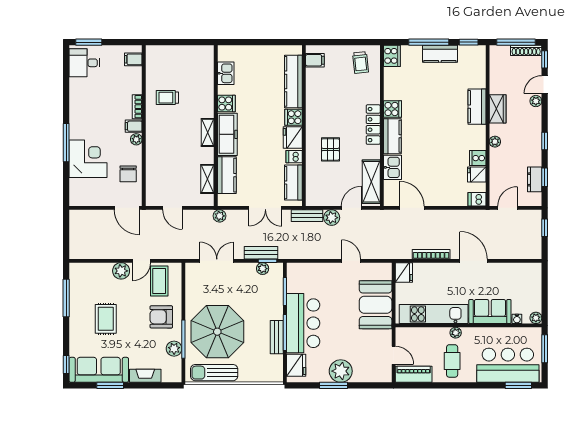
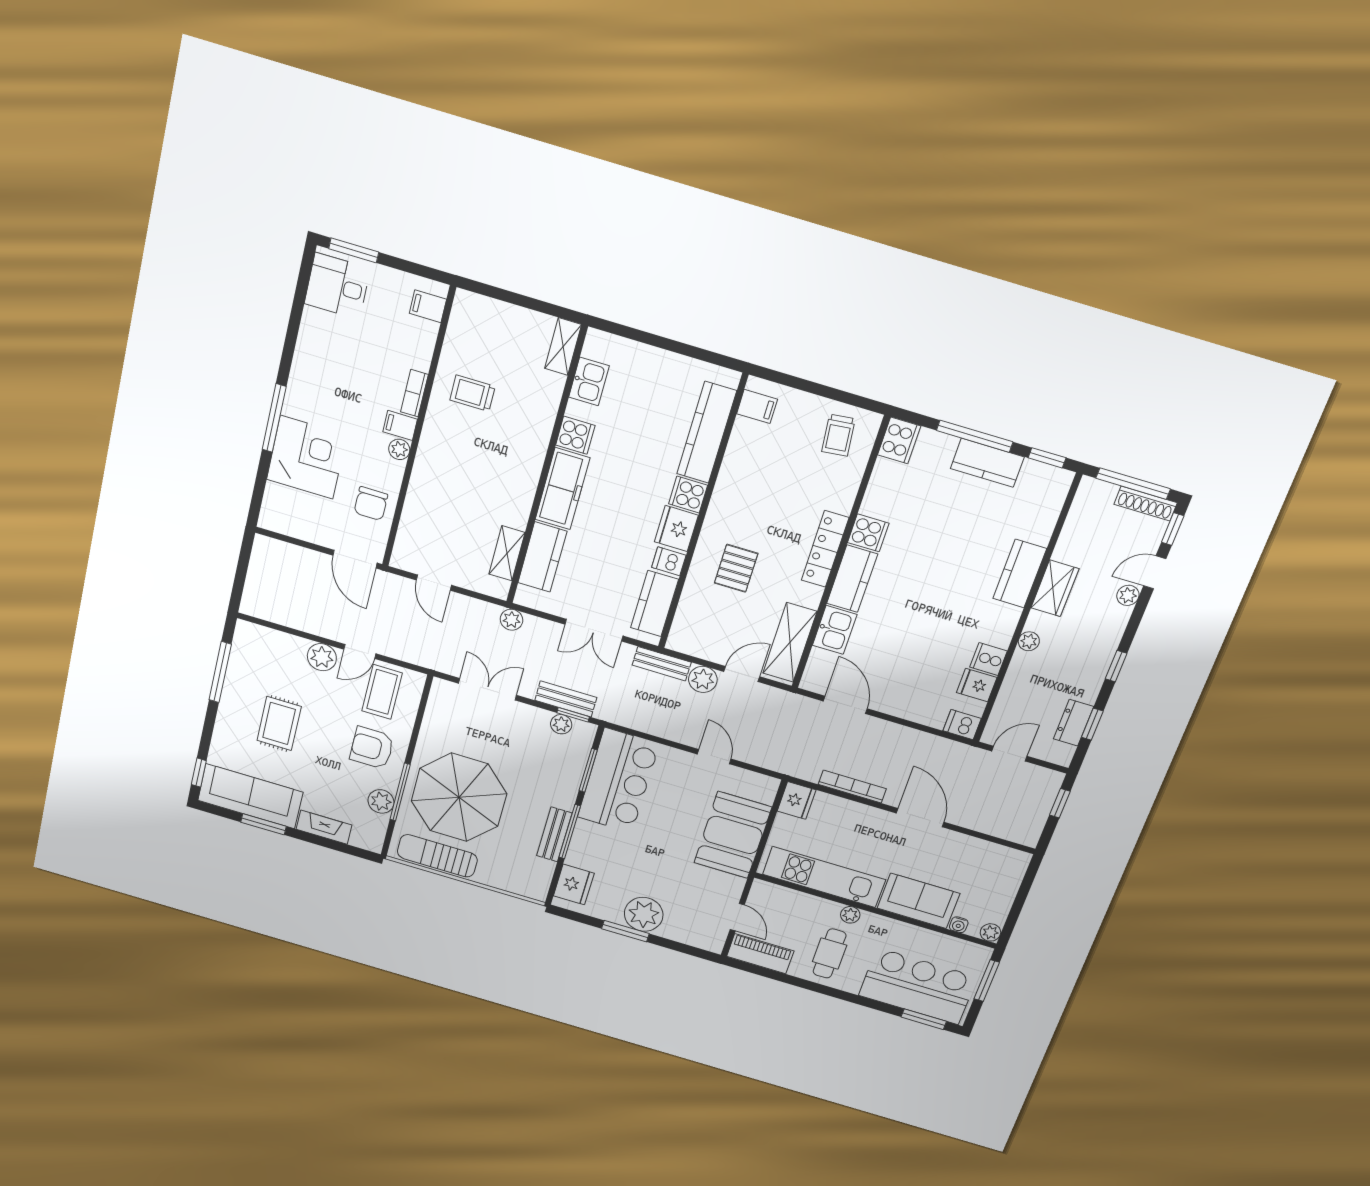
shelving: (208, 132) -> (563, 347), moved
bar counter: (303, 323) -> (618, 781), moved

